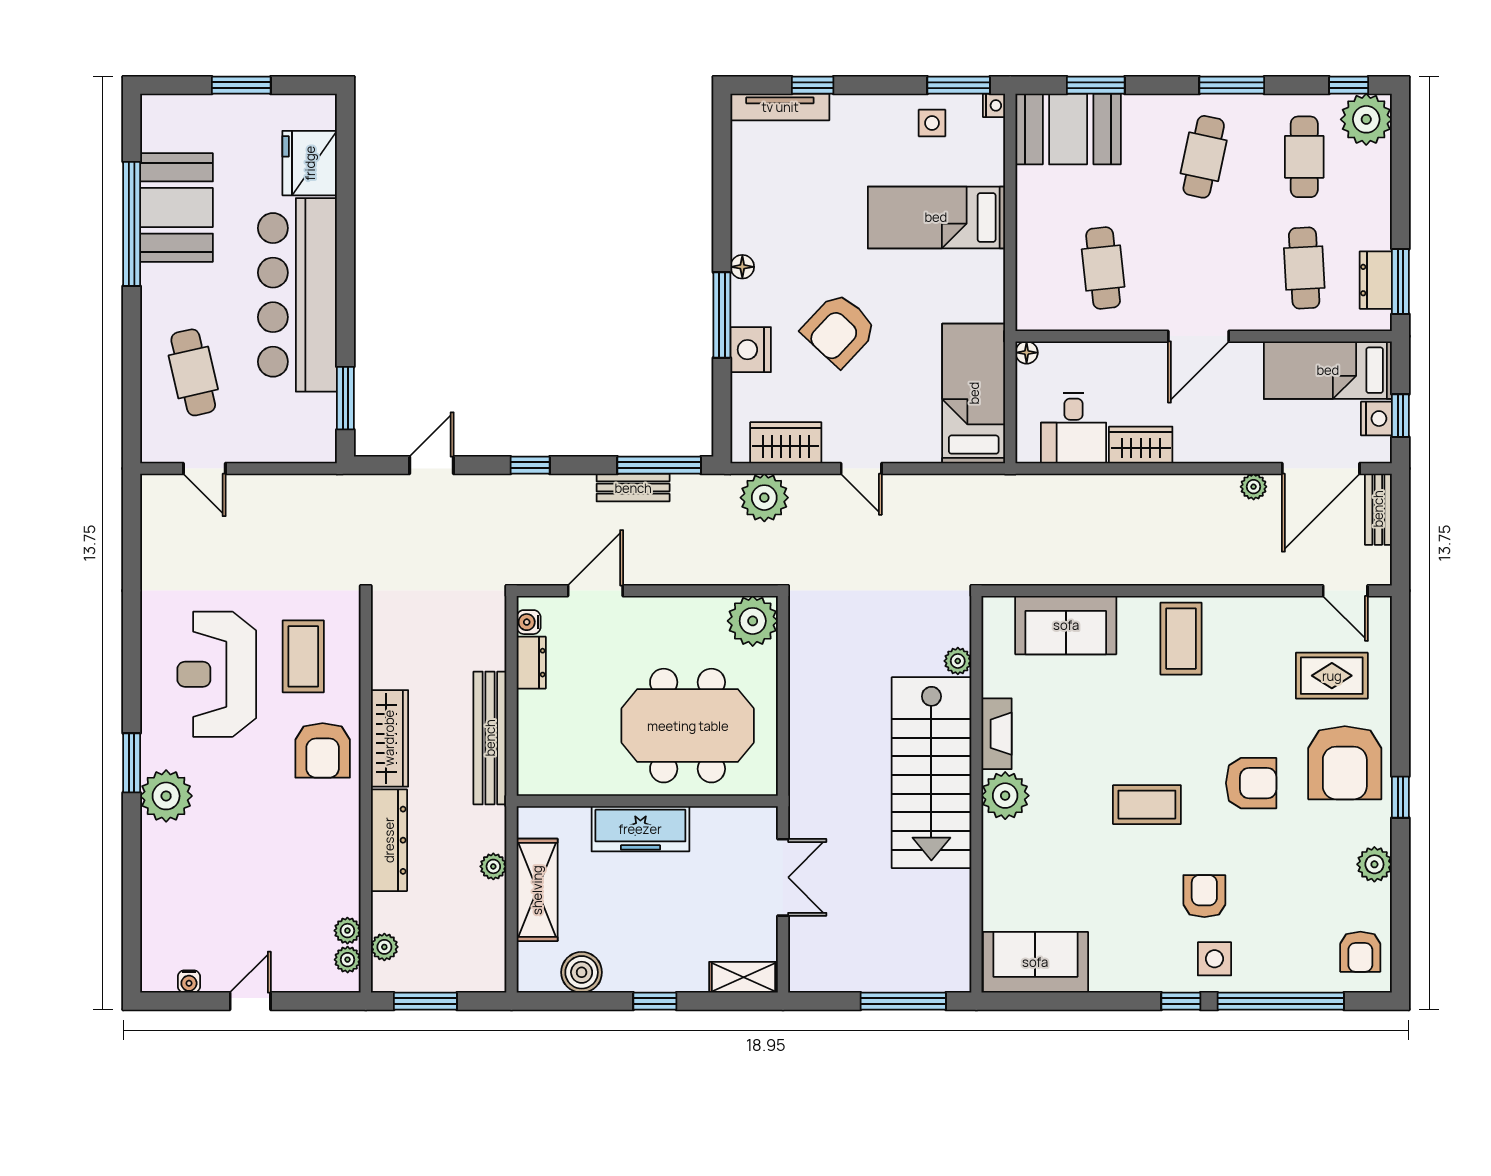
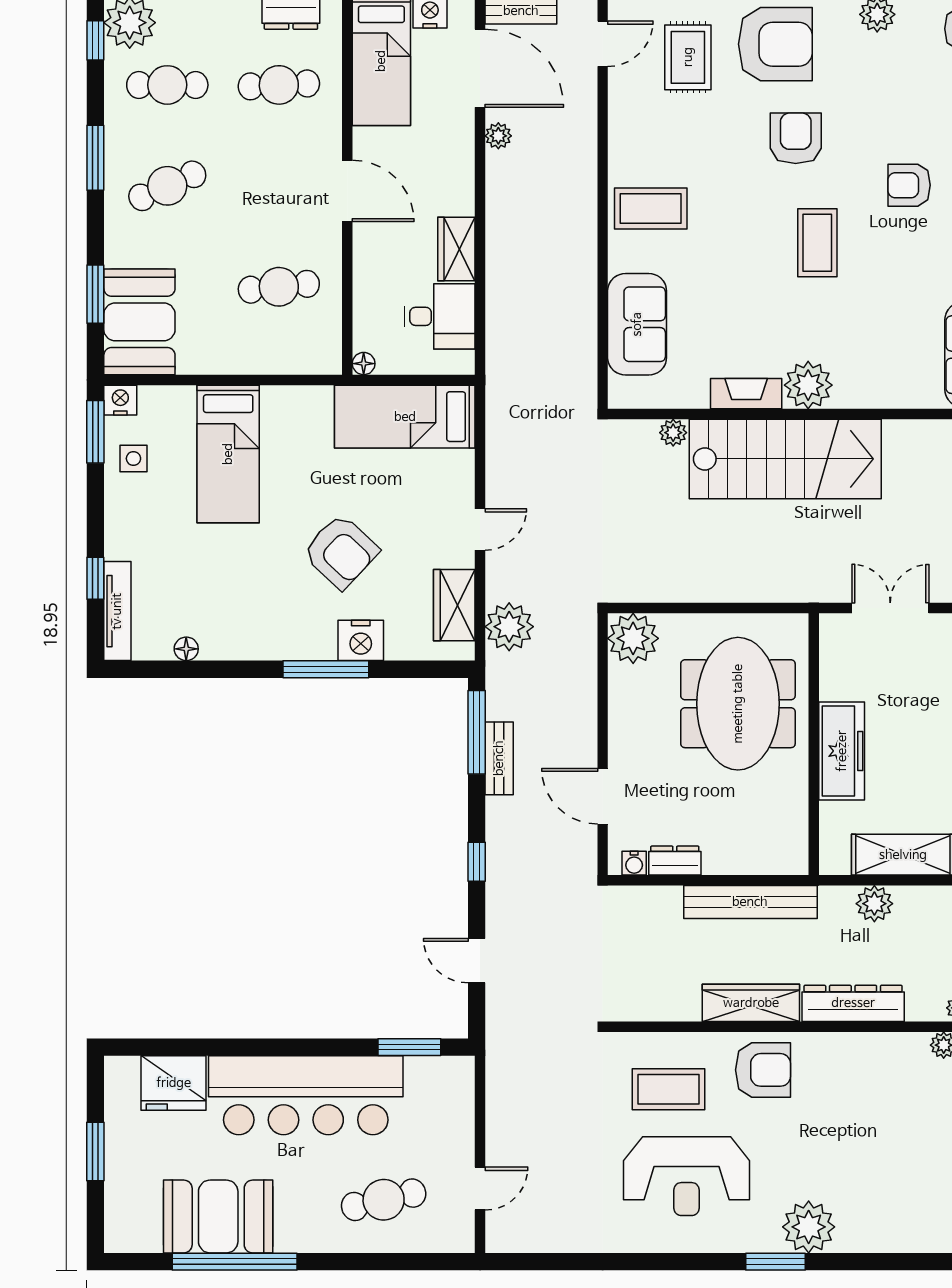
nightstand: (994, 105) -> (120, 400), width x1.39, depth x1.35
cafe table: (1204, 157) -> (167, 186), turned -36
floor lamp: (742, 267) -> (186, 649), moved
plant: (493, 866) -> (874, 904), width x1.38, depth x1.38

